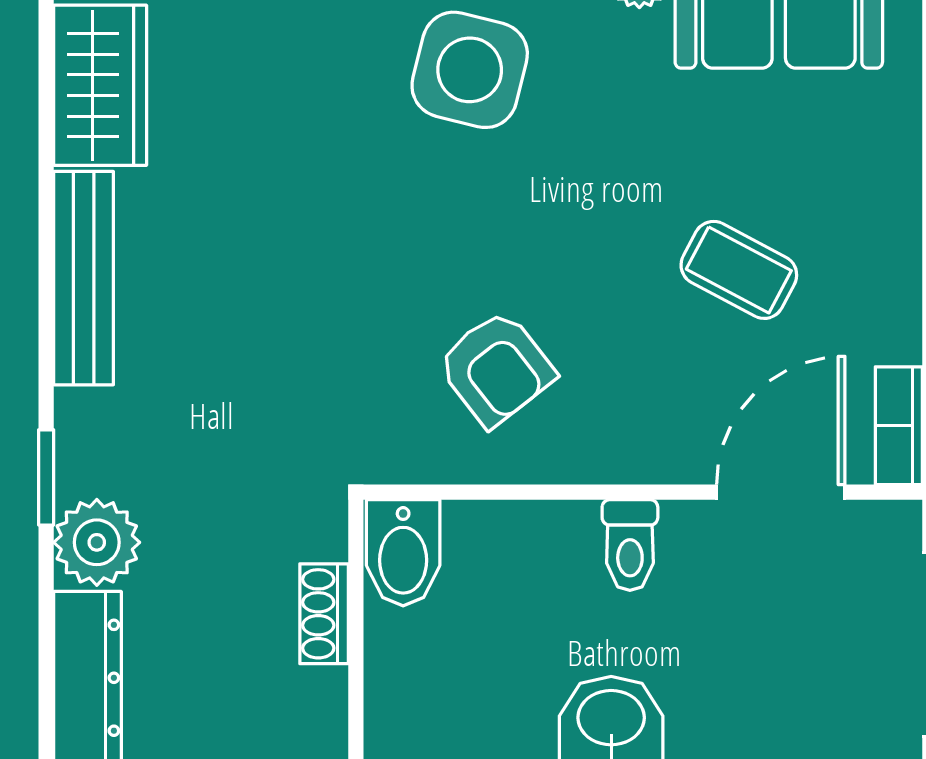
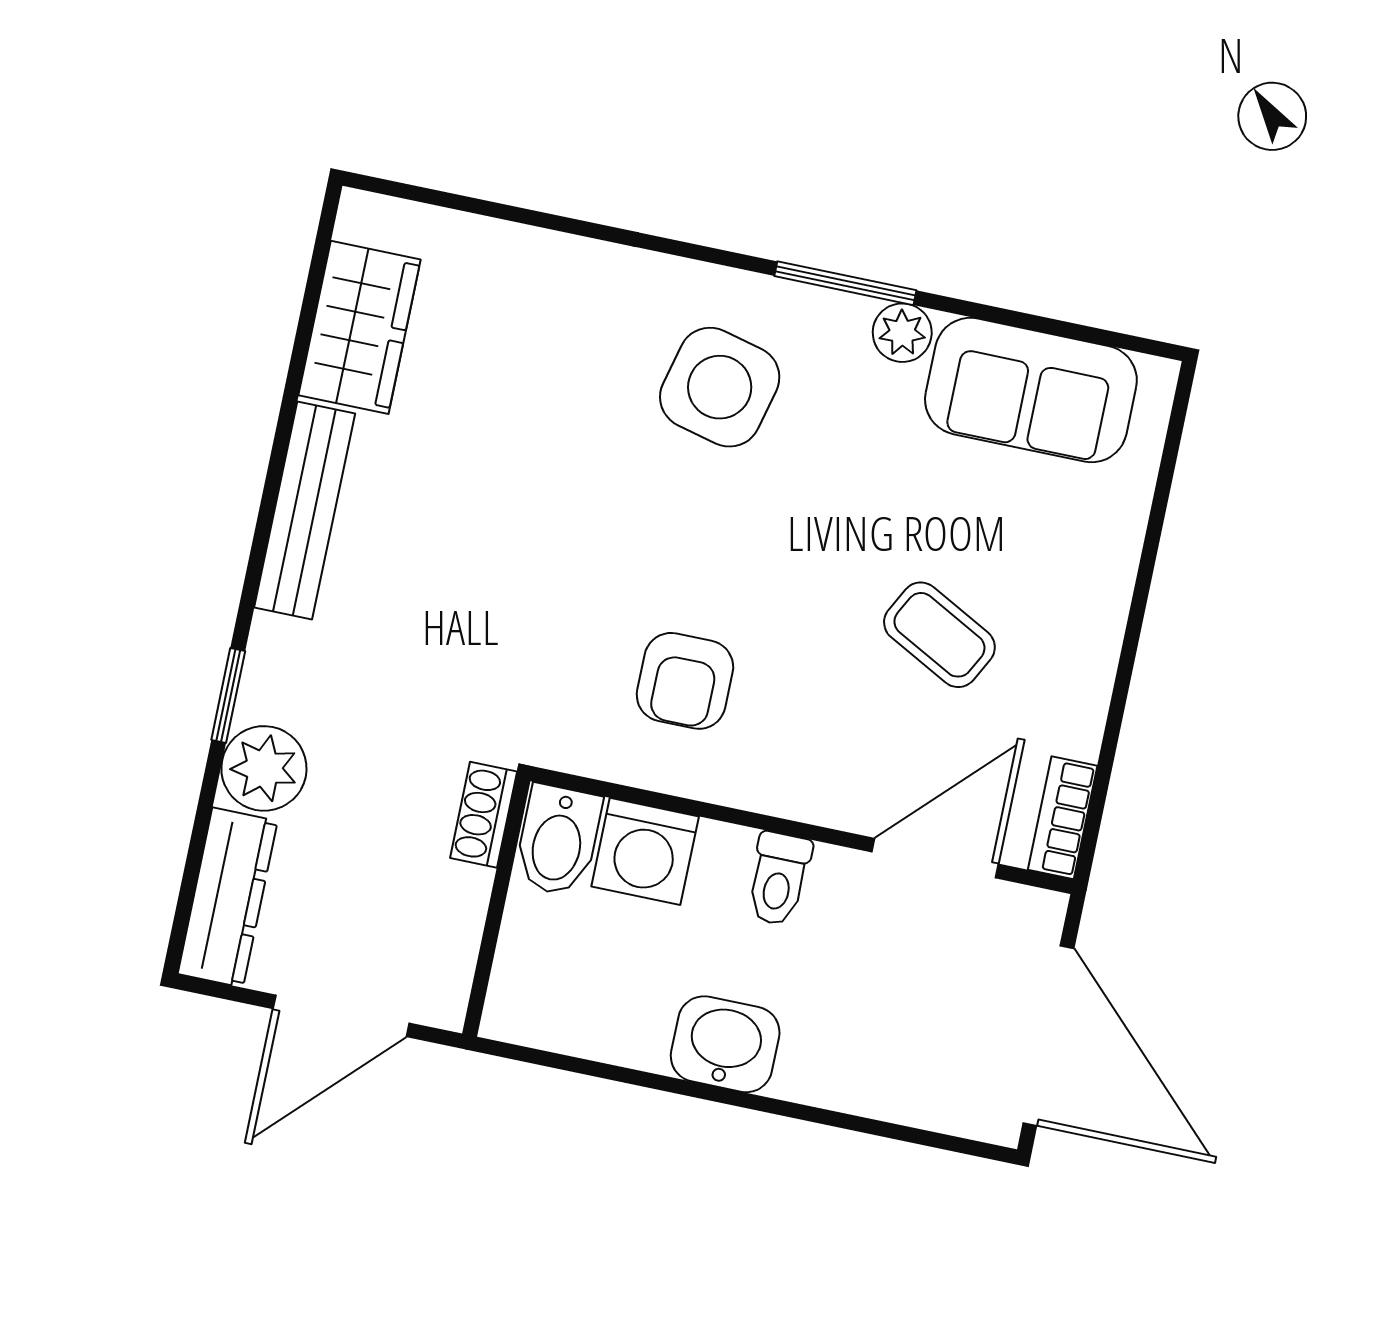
armchair: (496, 368) -> (685, 681), turned 38
washing machine: (492, 546) -> (645, 851), added
shoe rack: (324, 614) -> (484, 815), moved

